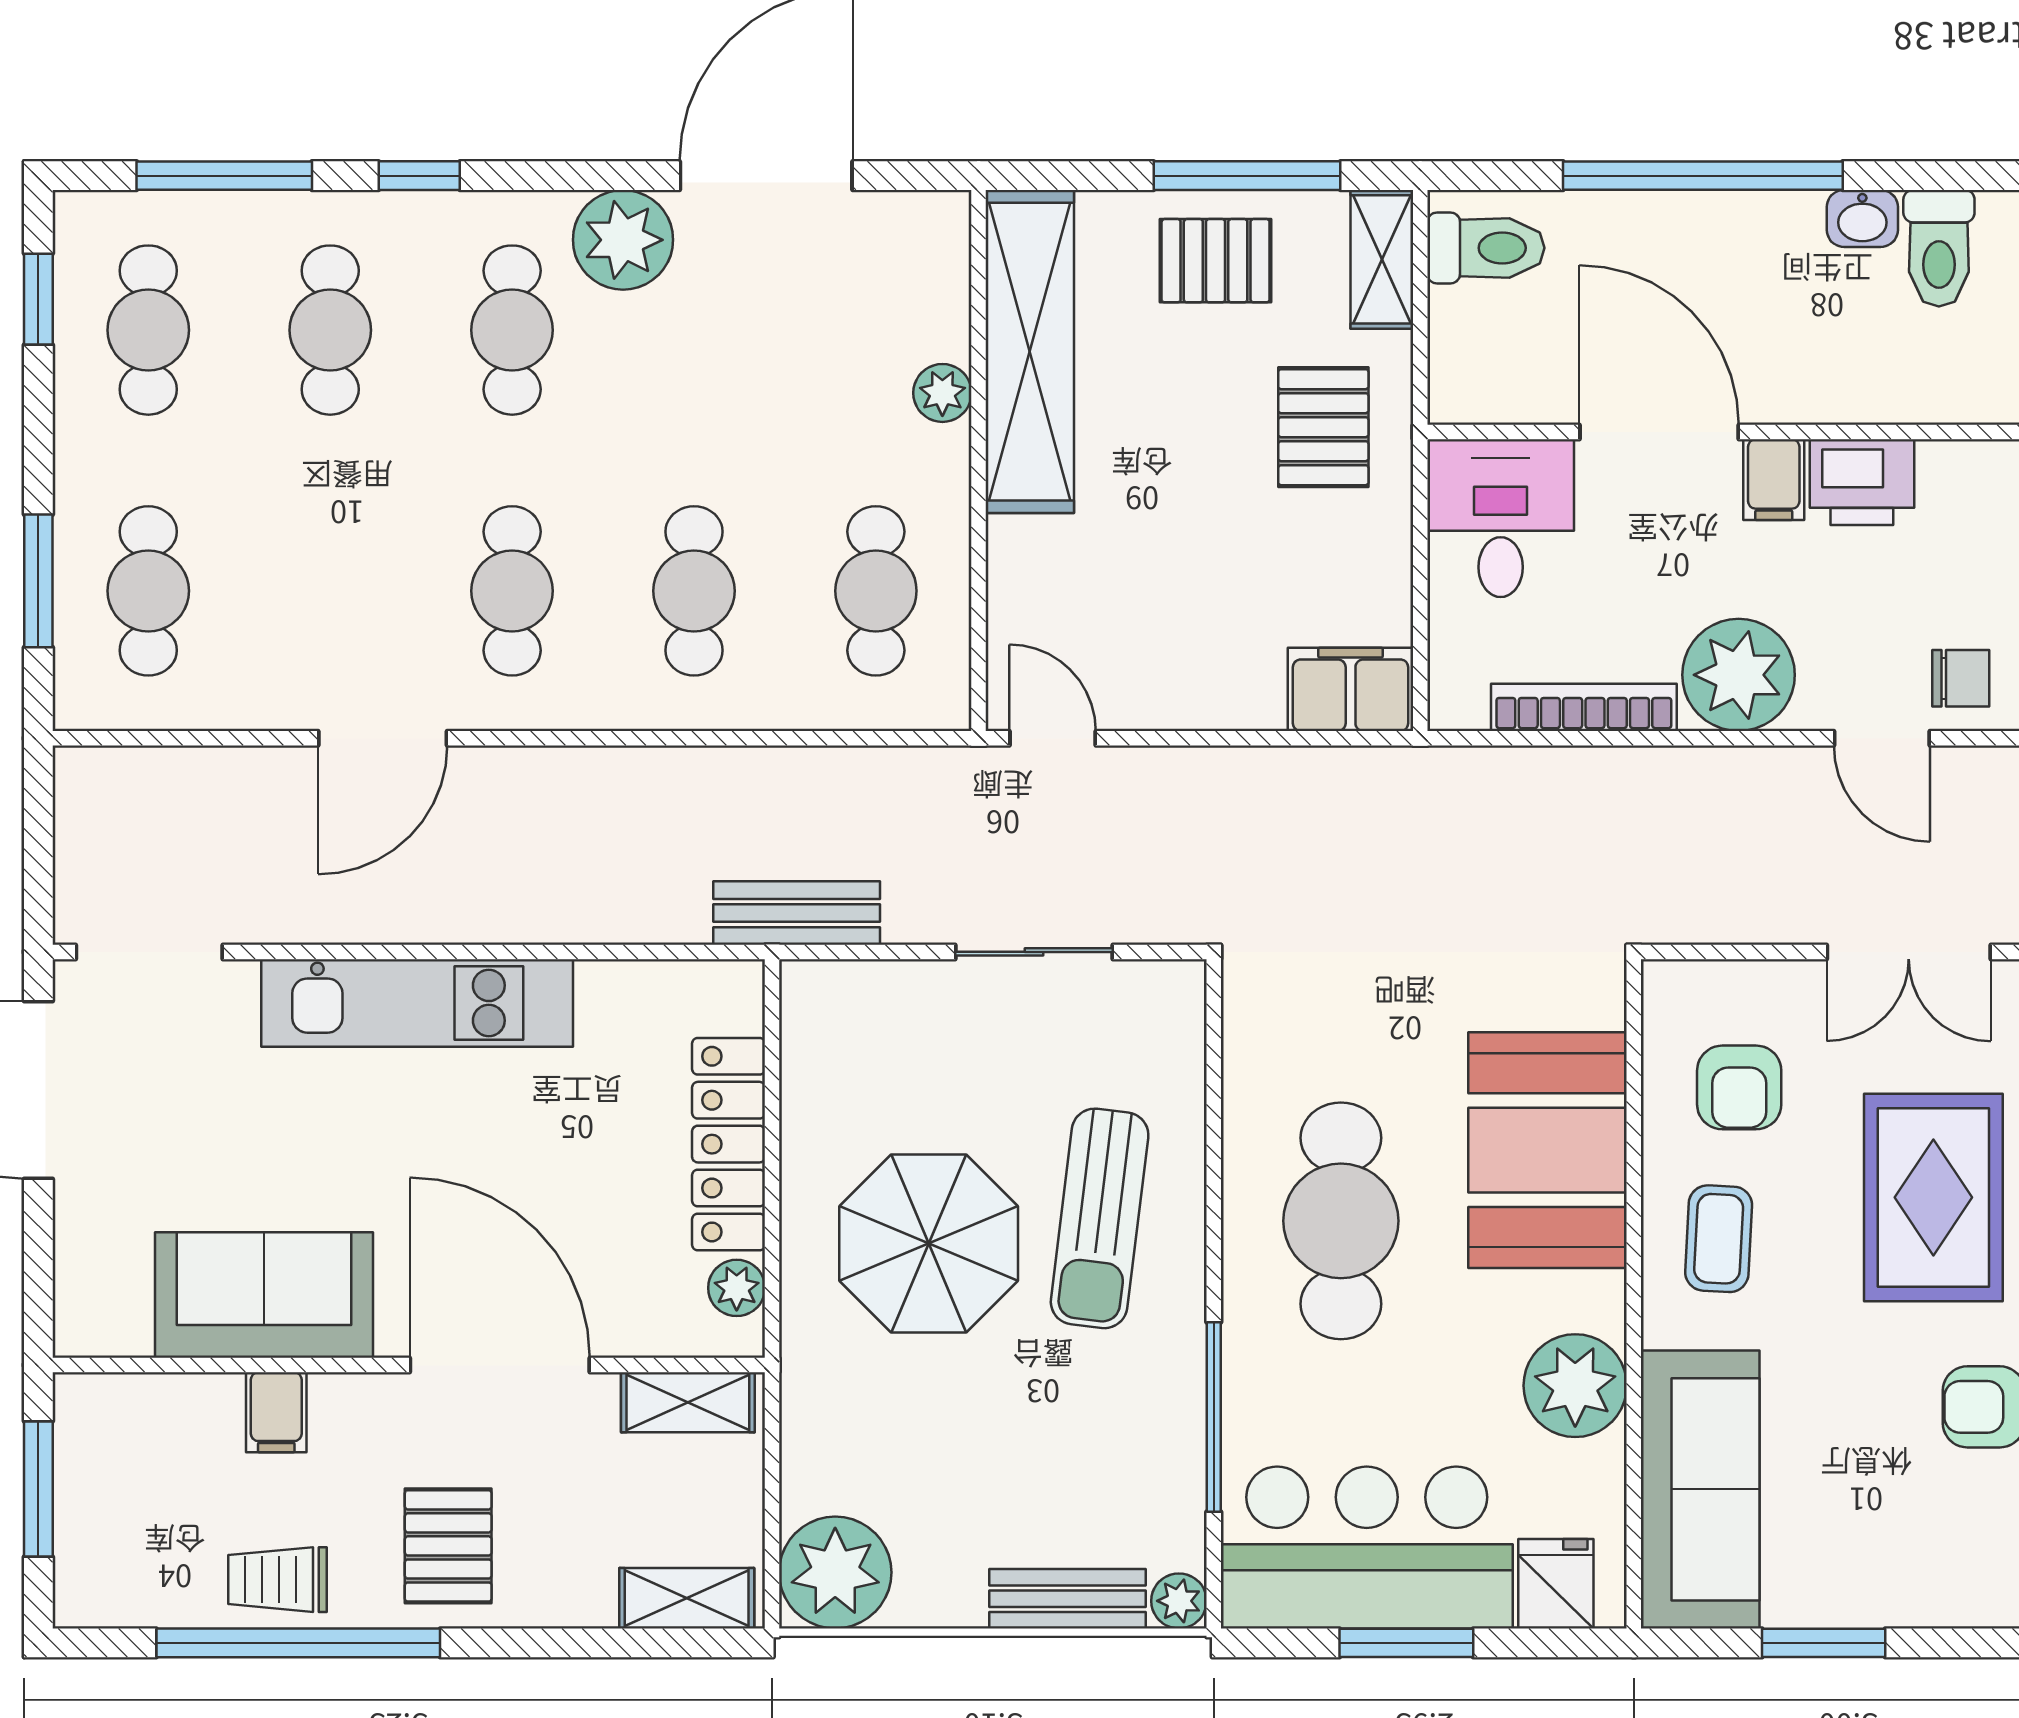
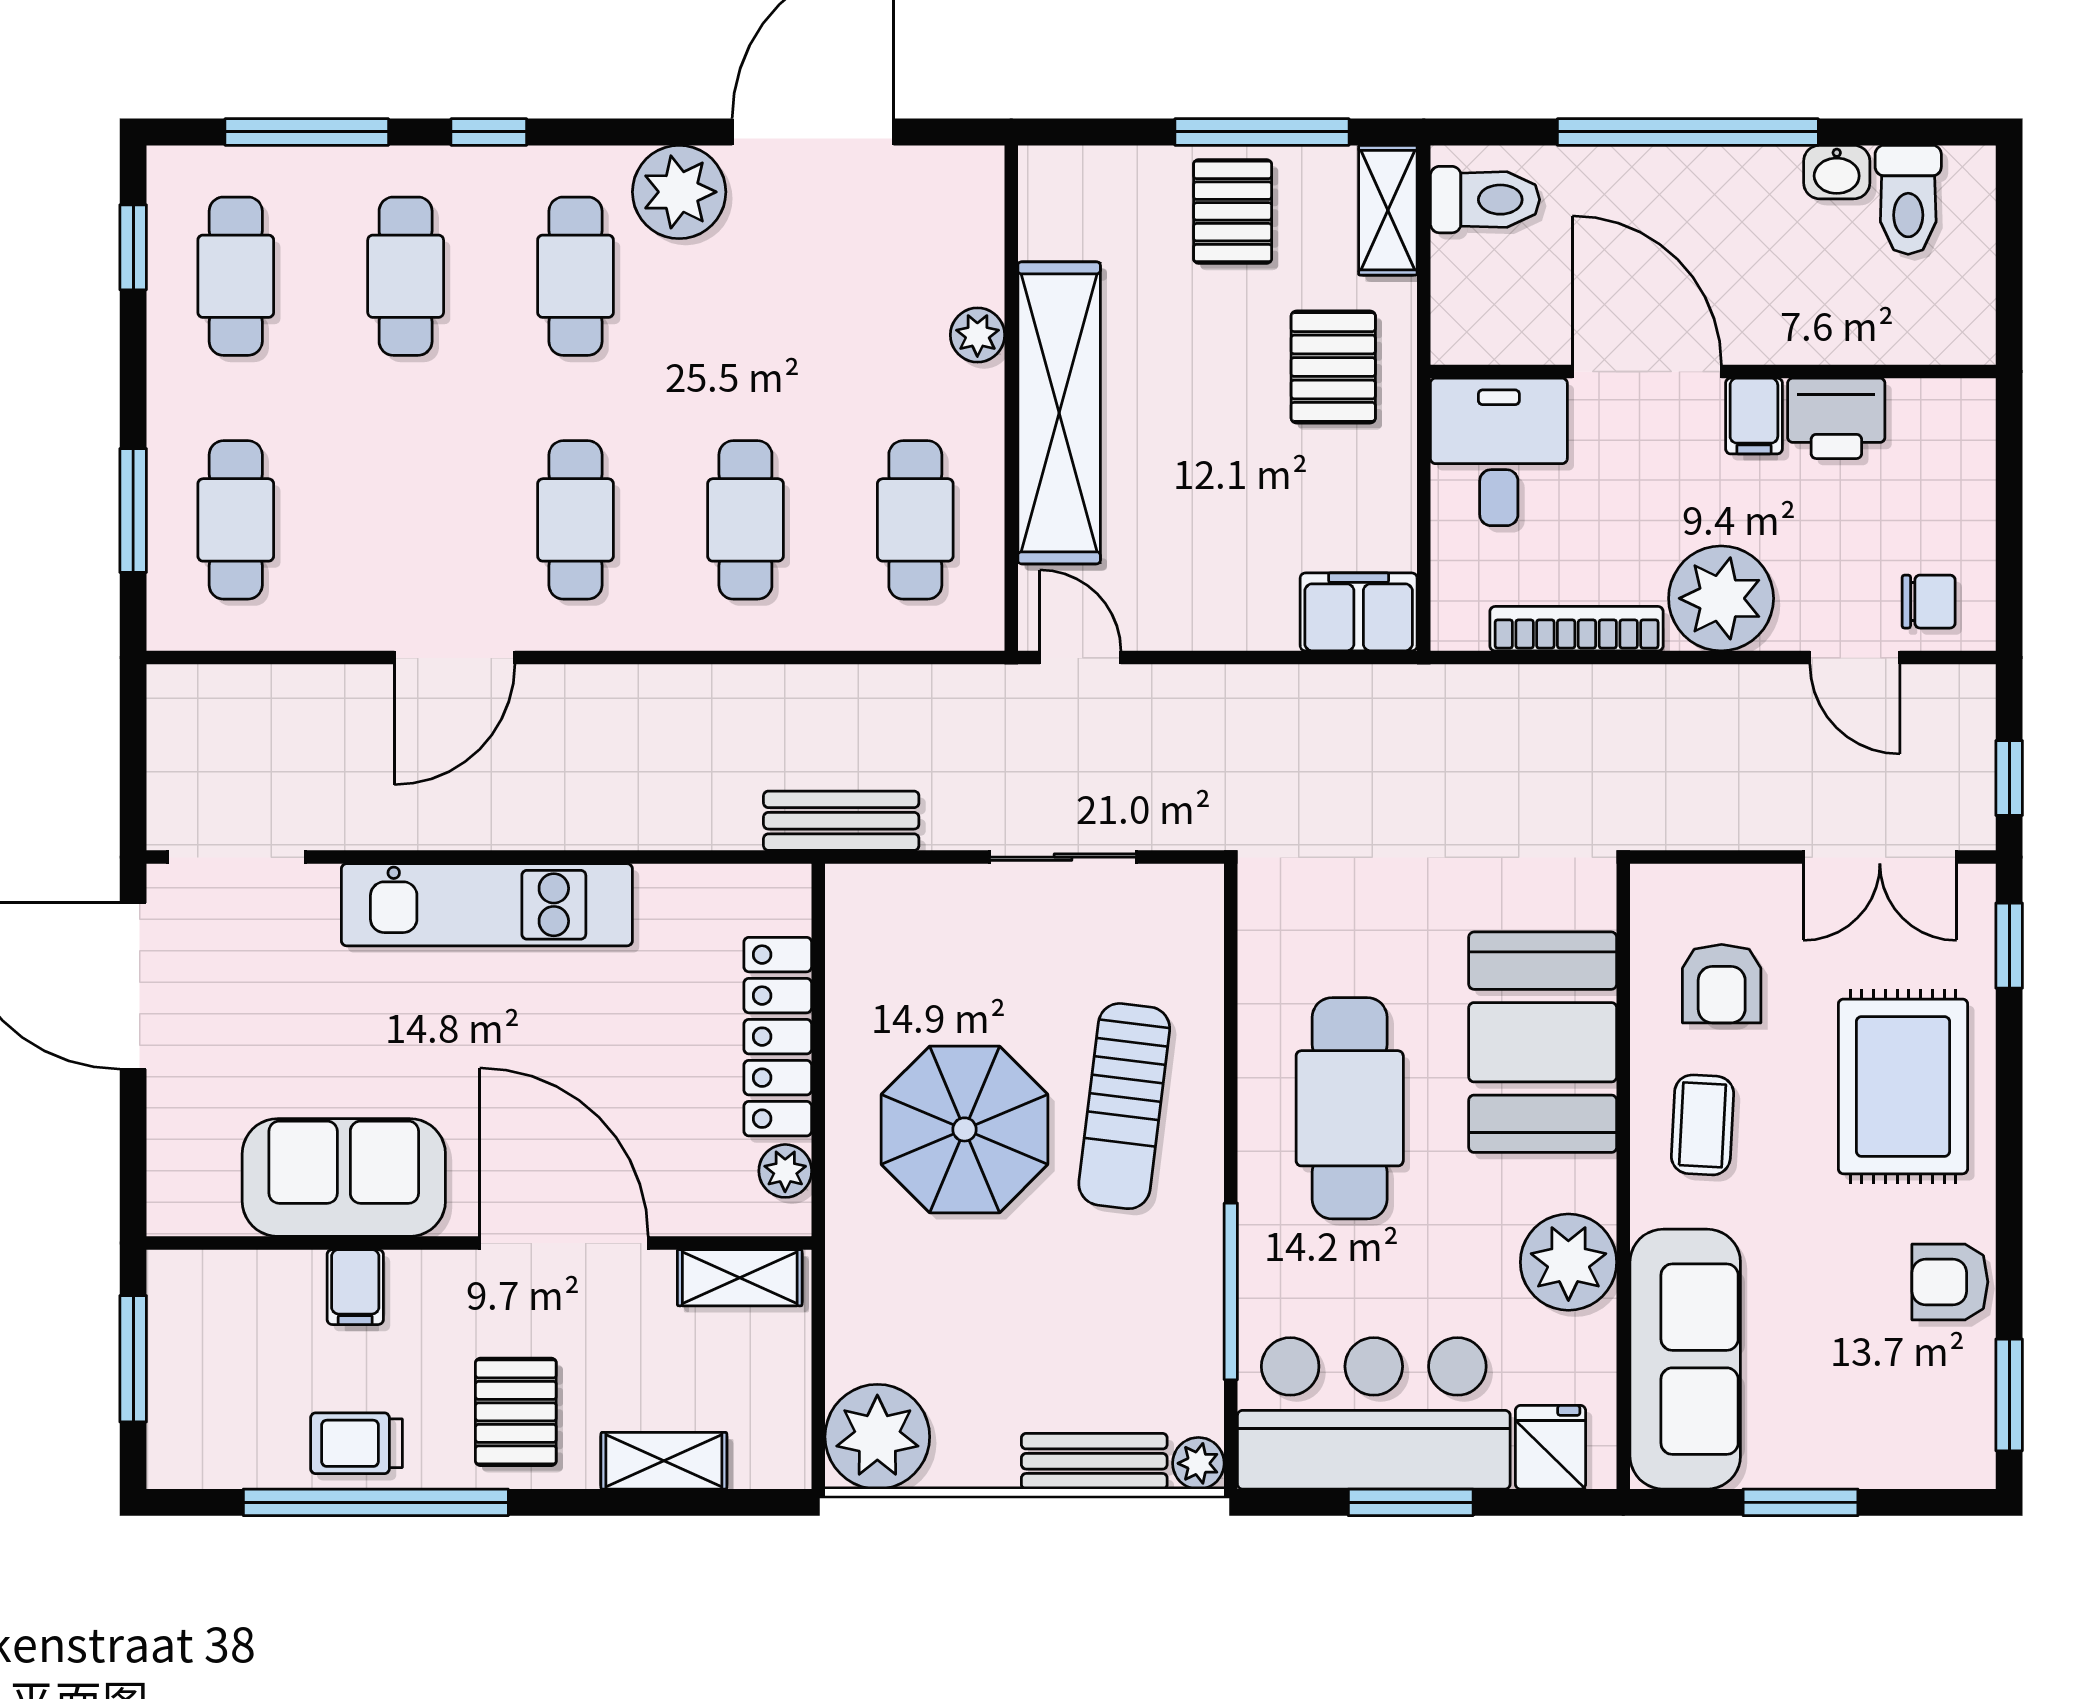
pallet: (1216, 261) -> (1233, 211), turned 90
shelving: (1030, 352) -> (1059, 413), moved
shelving: (687, 1598) -> (664, 1461), moved

